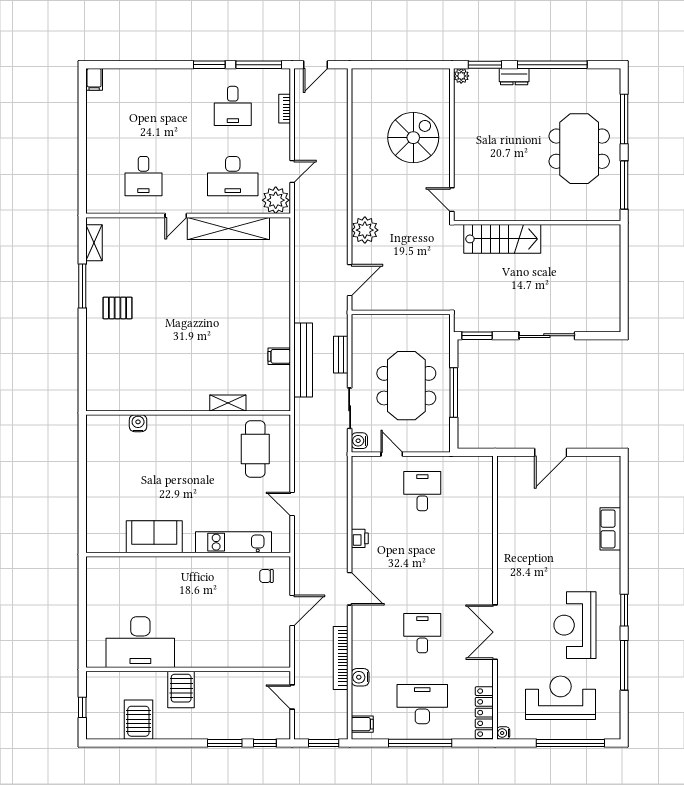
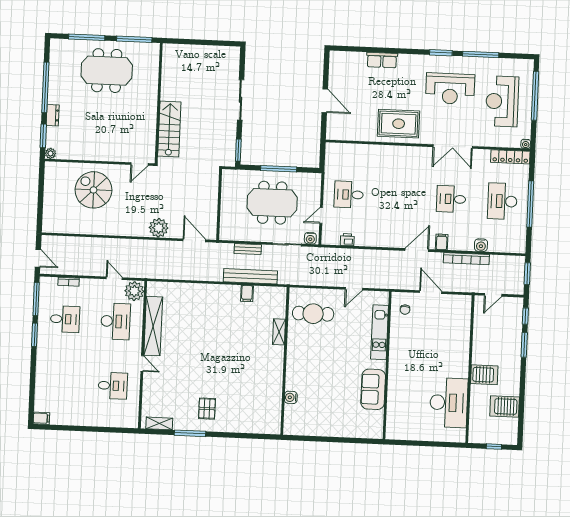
printer: (360, 538) -> (347, 240), moved
rug: (523, 556) -> (399, 124), added
filing cabinet: (362, 724) -> (442, 242), moved

